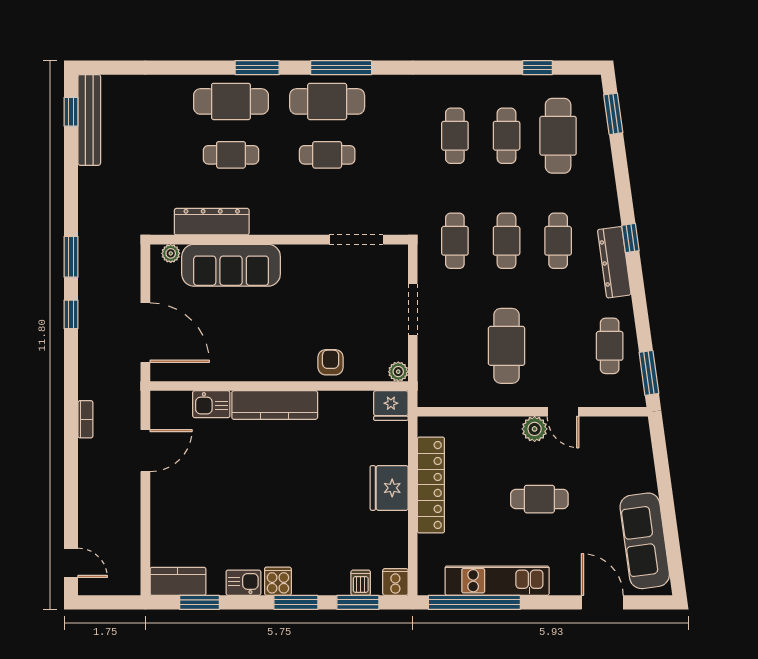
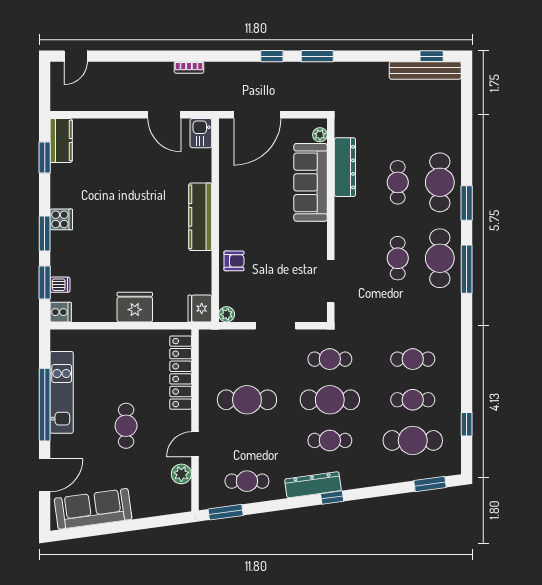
cafe table: (507, 241) -> (330, 400), width x1.37, depth x1.35
kitchen sink: (211, 404) -> (201, 133), moved
plant: (535, 429) -> (181, 474), moved
locker: (431, 485) -> (181, 373), moved, turned 90
kitchen sink: (243, 583) -> (60, 192), removed
window: (474, 602) -> (45, 405), moved

